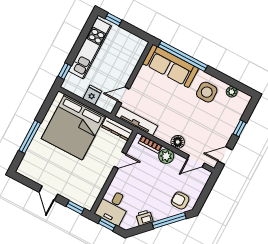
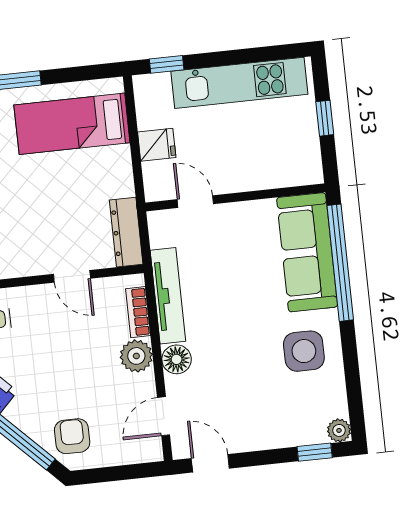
window: (114, 19) -> (325, 118), moved
plant: (232, 92) -> (339, 430), moved
tv unit: (136, 121) -> (168, 296), moved
bed: (73, 127) -> (72, 124), width x0.49
window: (240, 128) -> (315, 452), moved
door: (196, 161) -> (164, 416), hinge flipped

